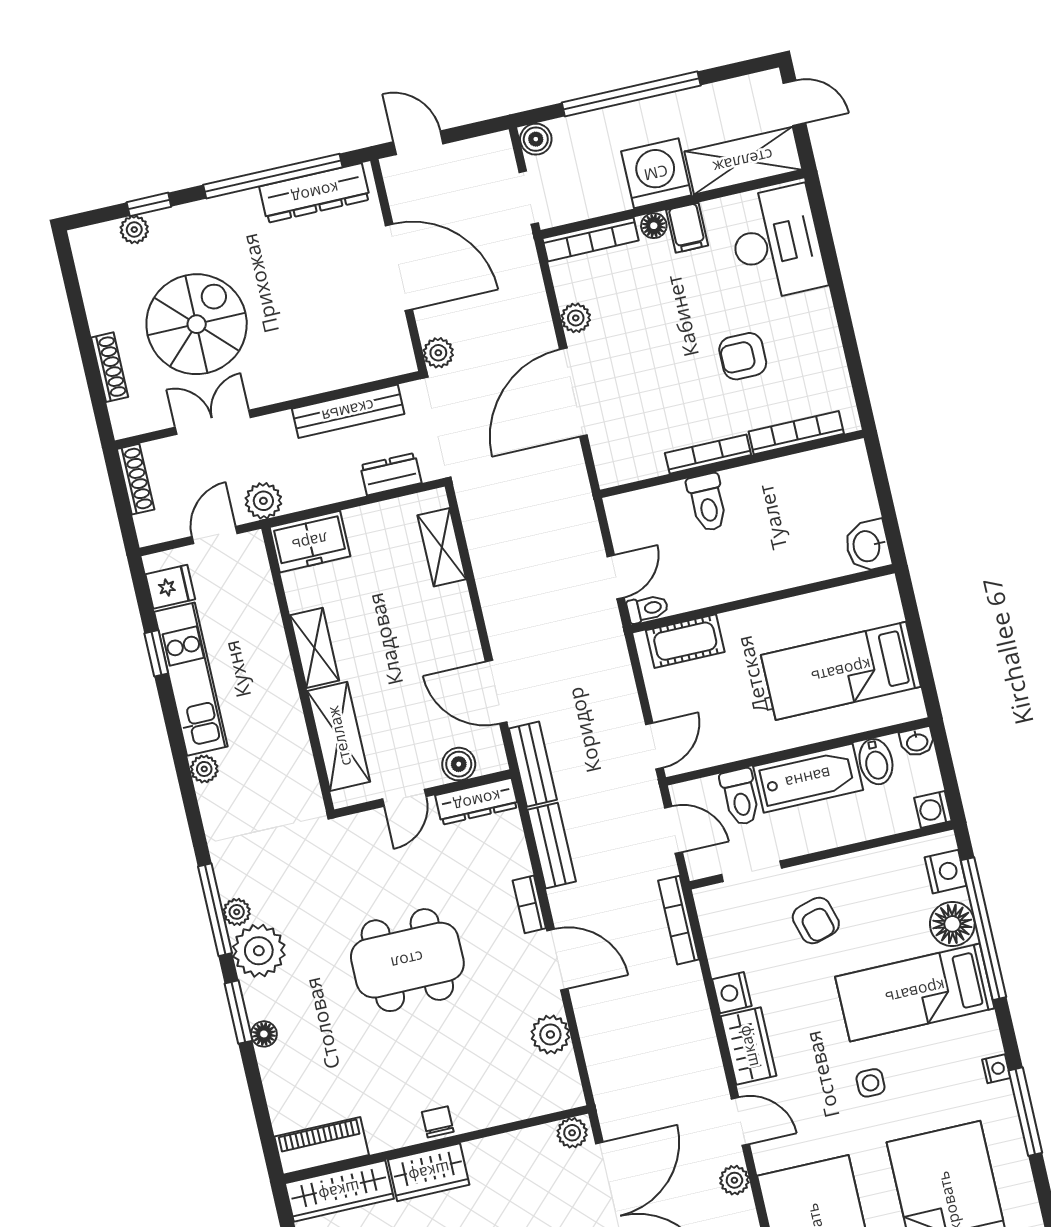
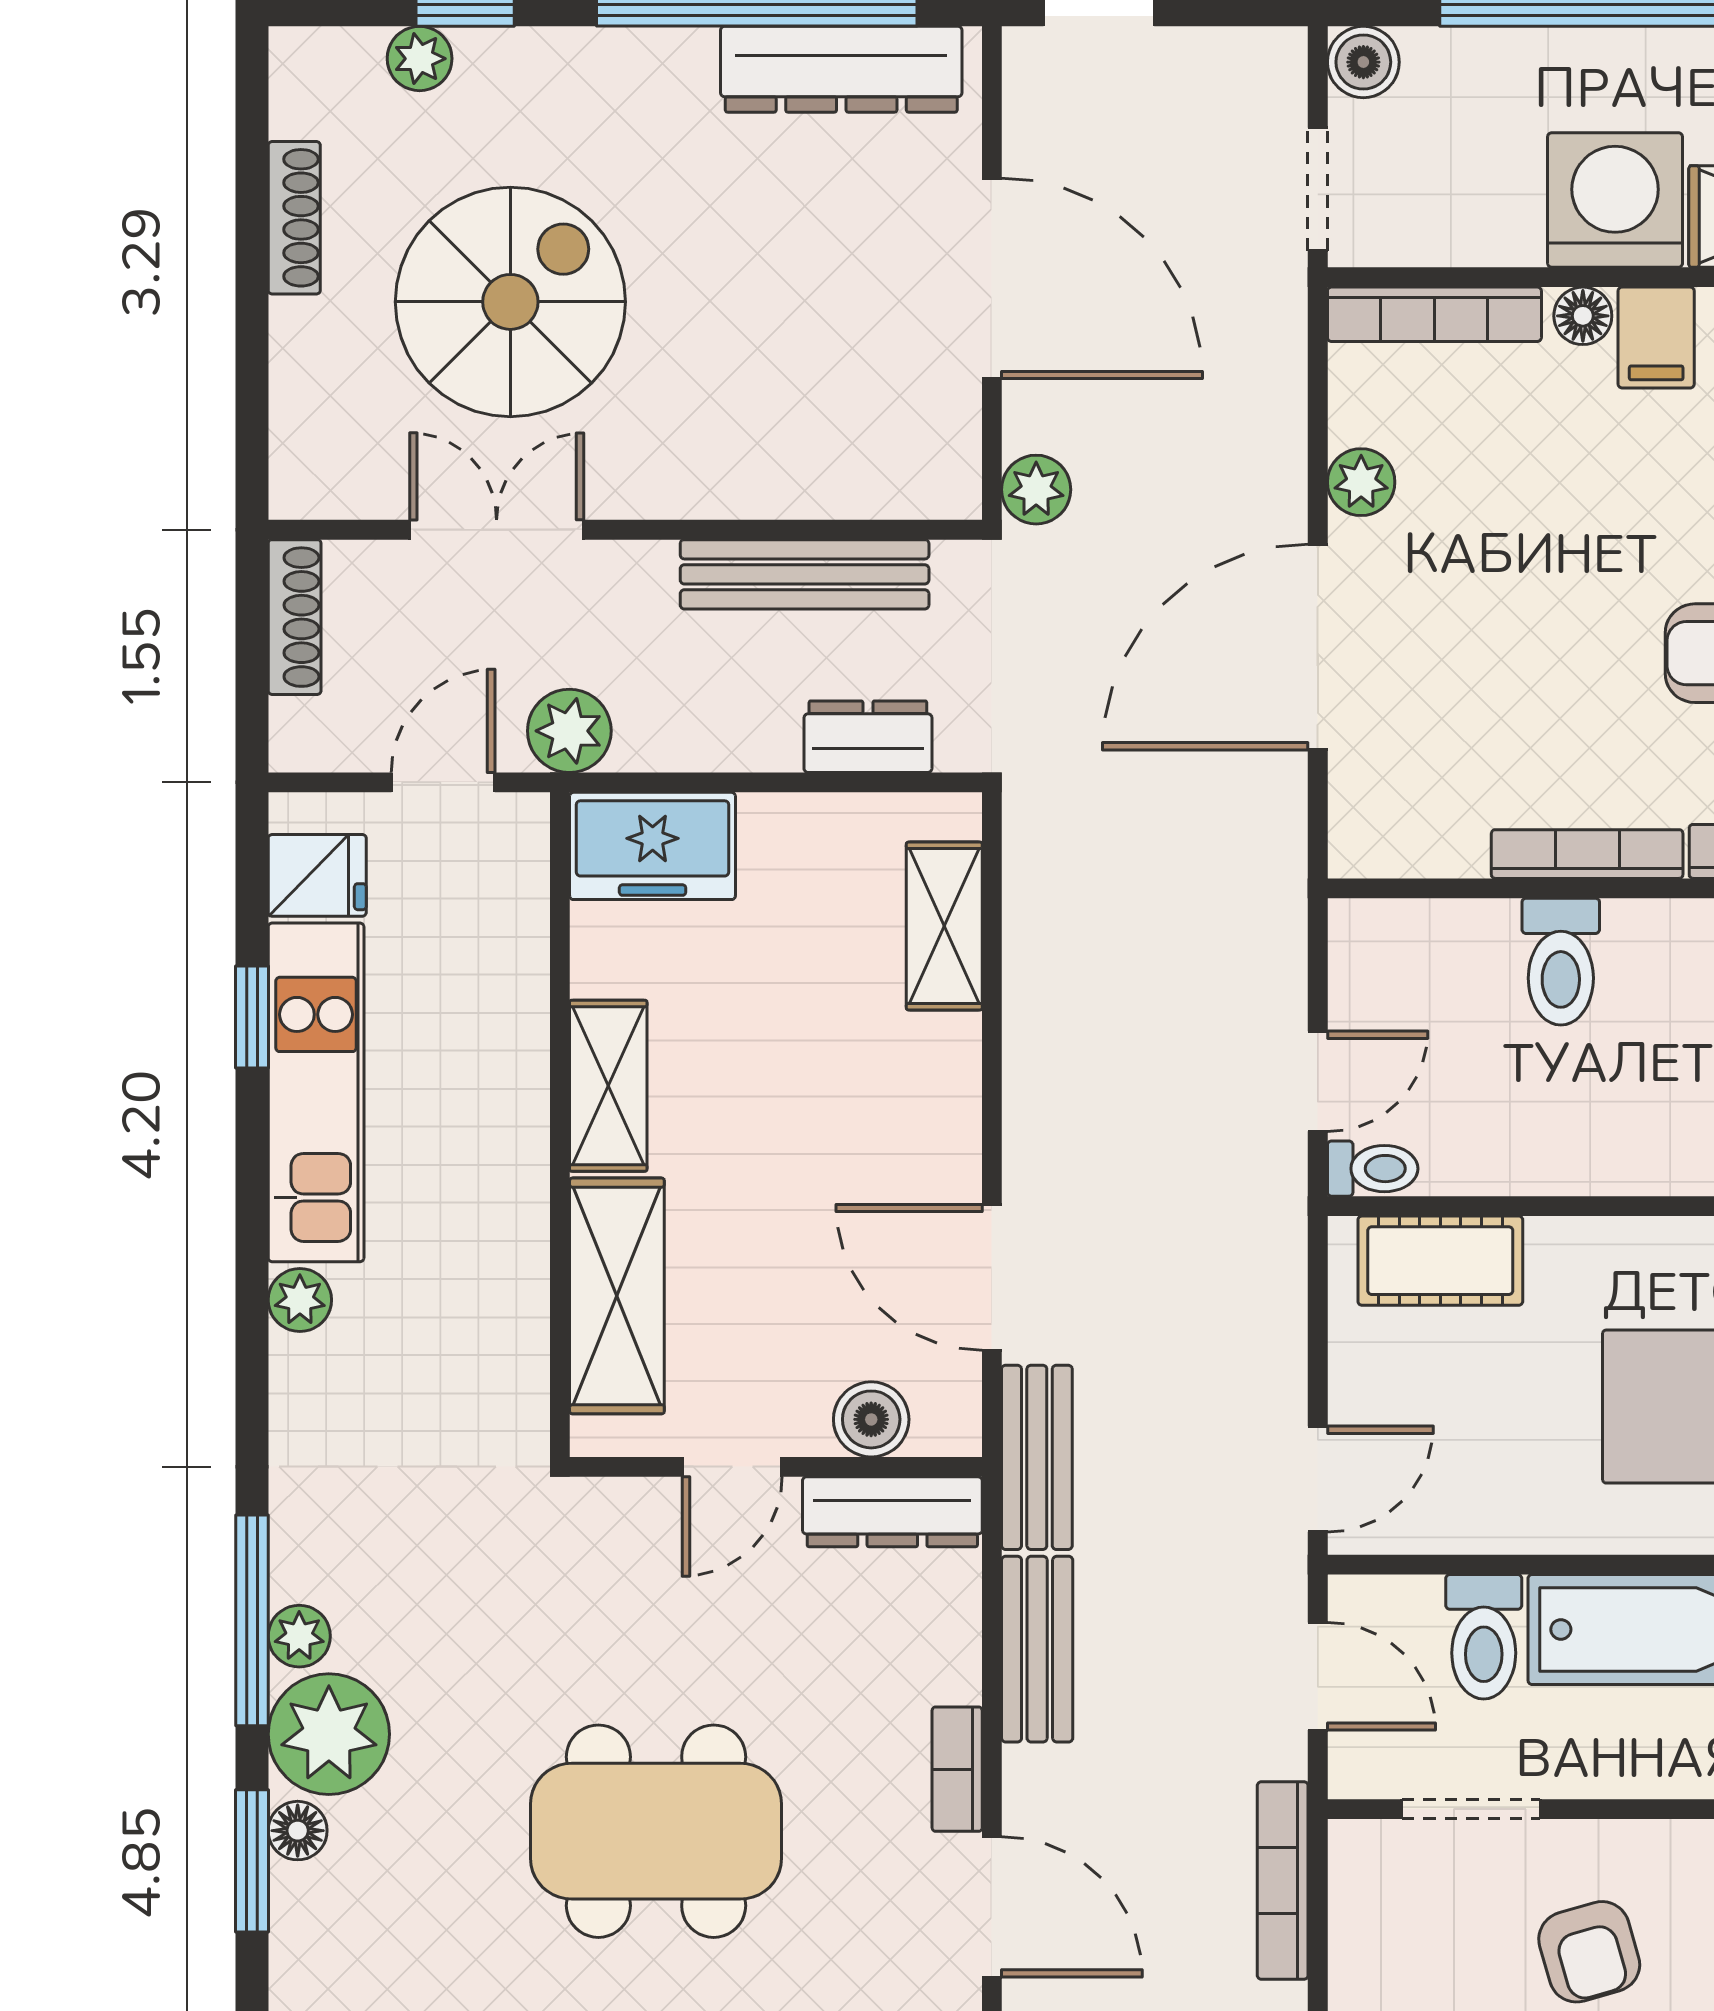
shoe rack: (110, 367) -> (294, 218), moved
floor lamp: (264, 1034) -> (298, 1831), moved

